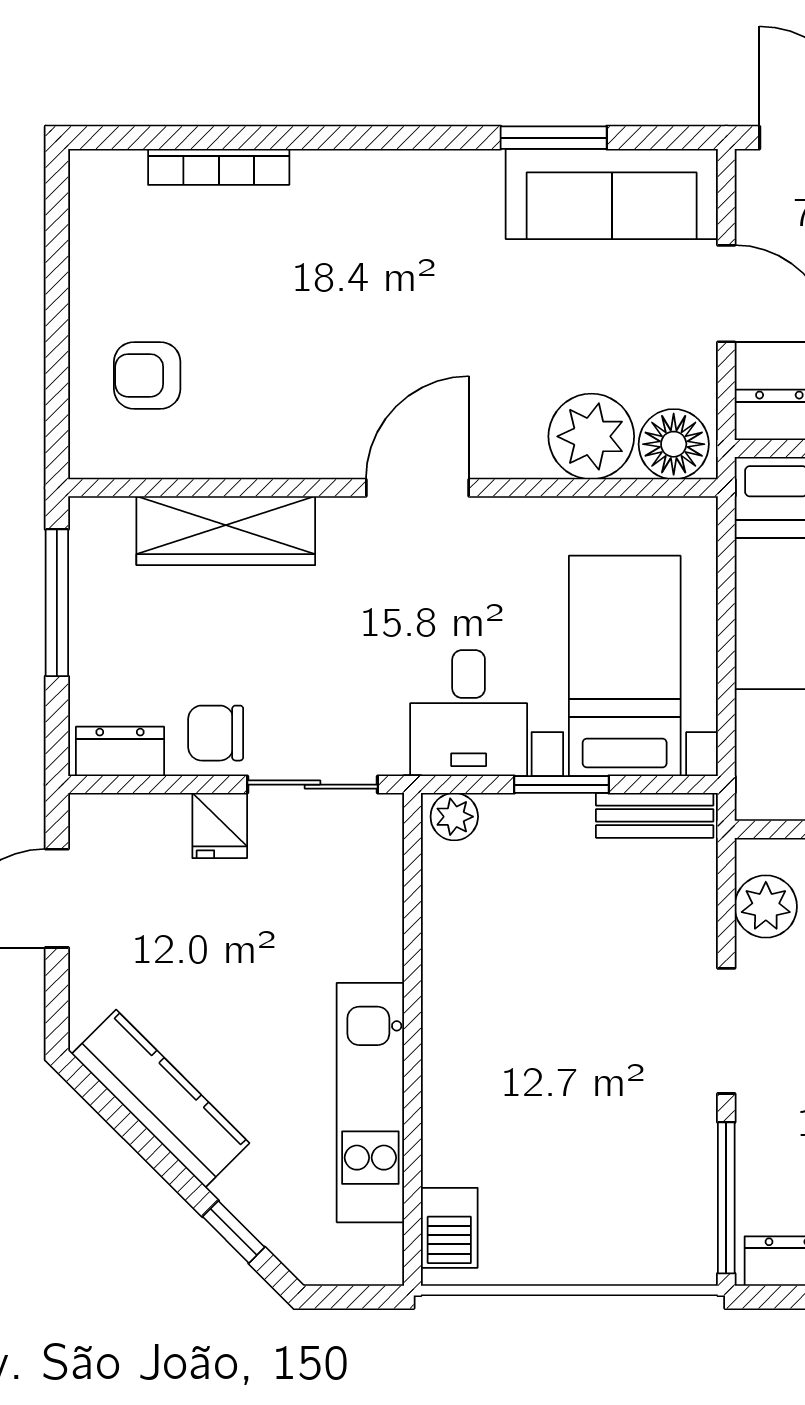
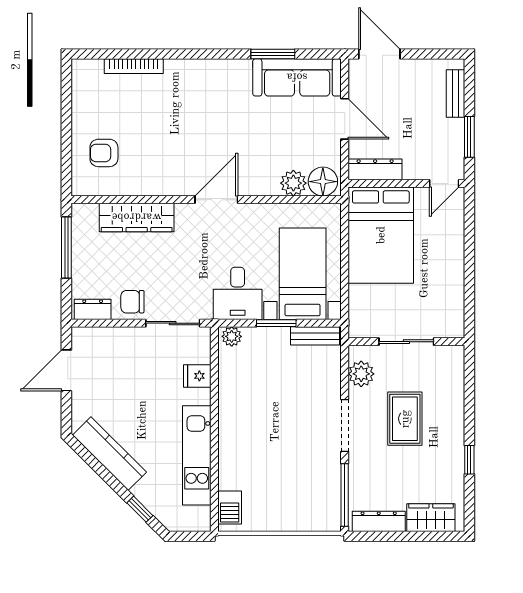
plant: (591, 436) -> (293, 183), width x0.73, depth x0.73
fridge: (220, 826) -> (197, 376), moved, turned 90

